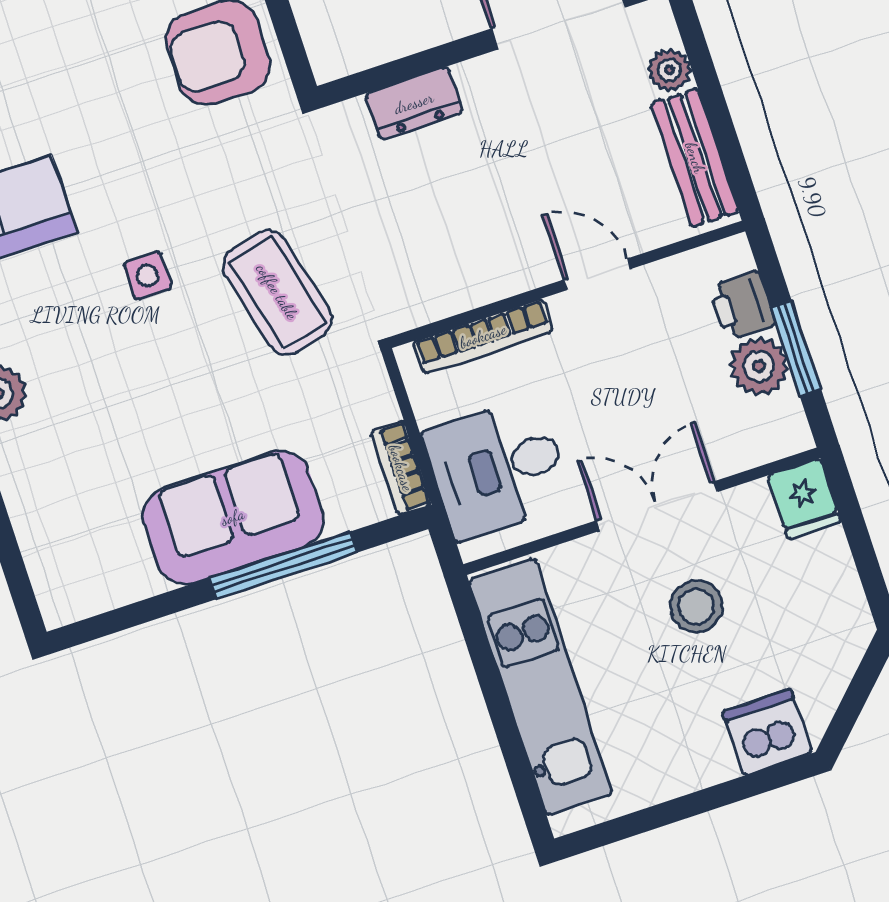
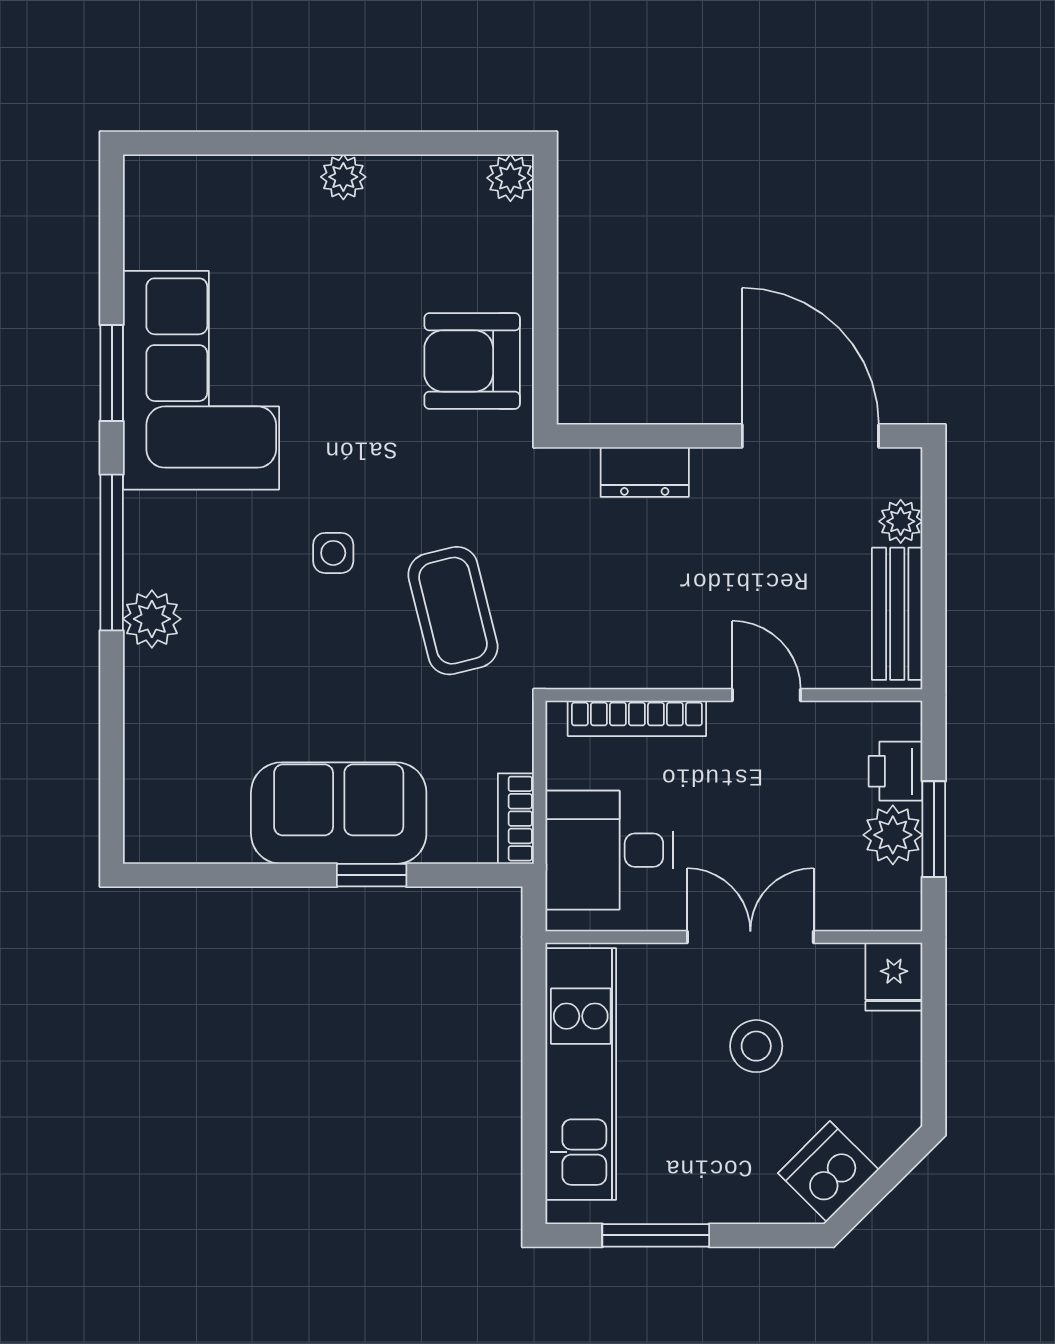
window: (283, 565) -> (372, 875), width x0.46
dishwasher: (767, 732) -> (828, 1171), moved, turned -45
window: (661, 815) -> (656, 1235), added

